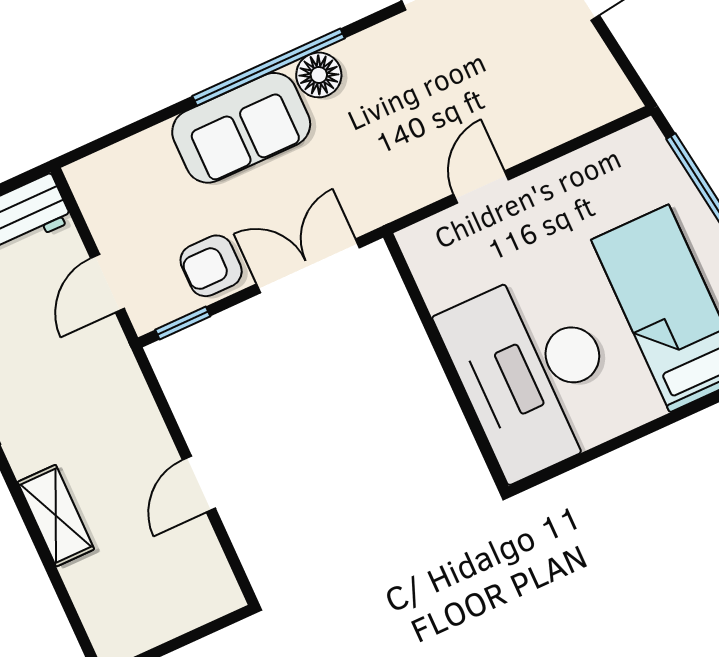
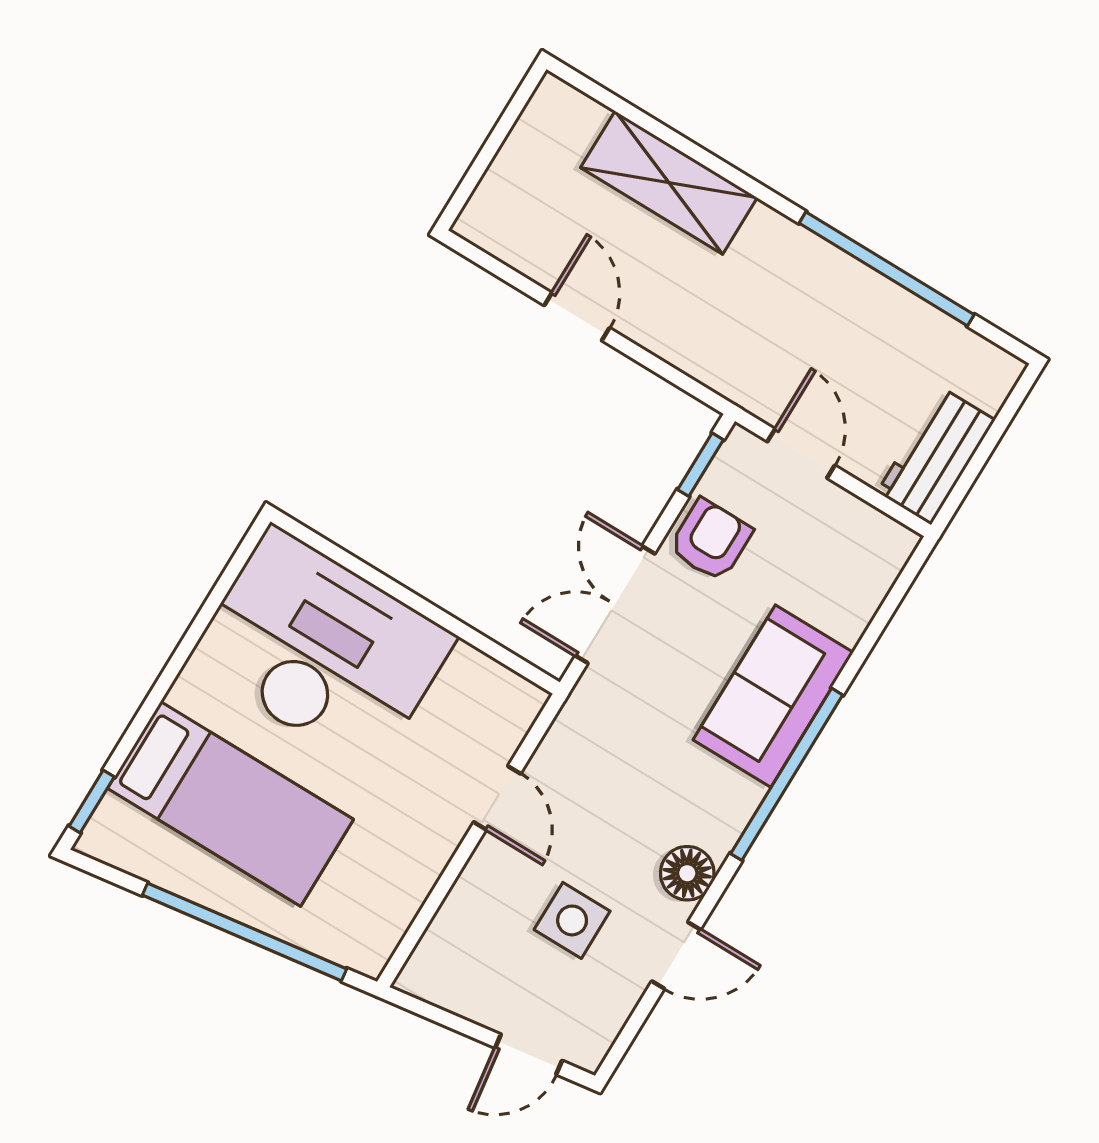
side table: (487, 67) -> (572, 920), added
floor lamp: (319, 75) -> (687, 873), moved
double door: (308, 266) -> (615, 605), swing flipped
shelving: (56, 516) -> (669, 183), width x1.50, depth x1.33

